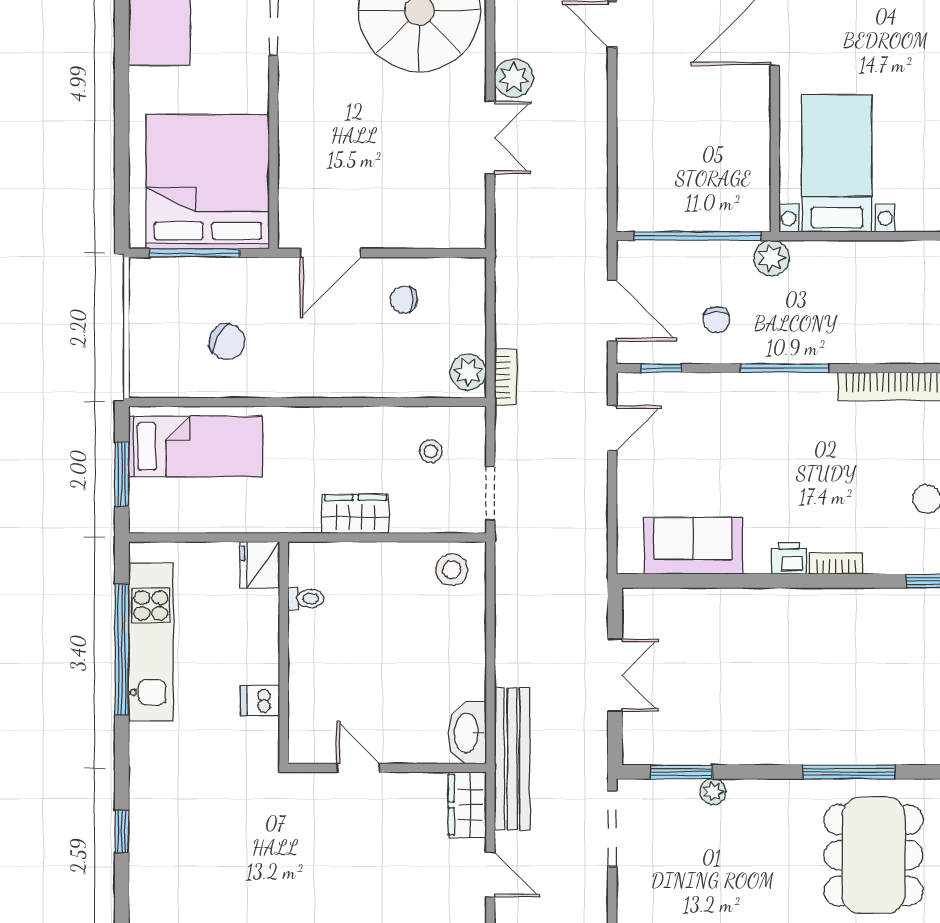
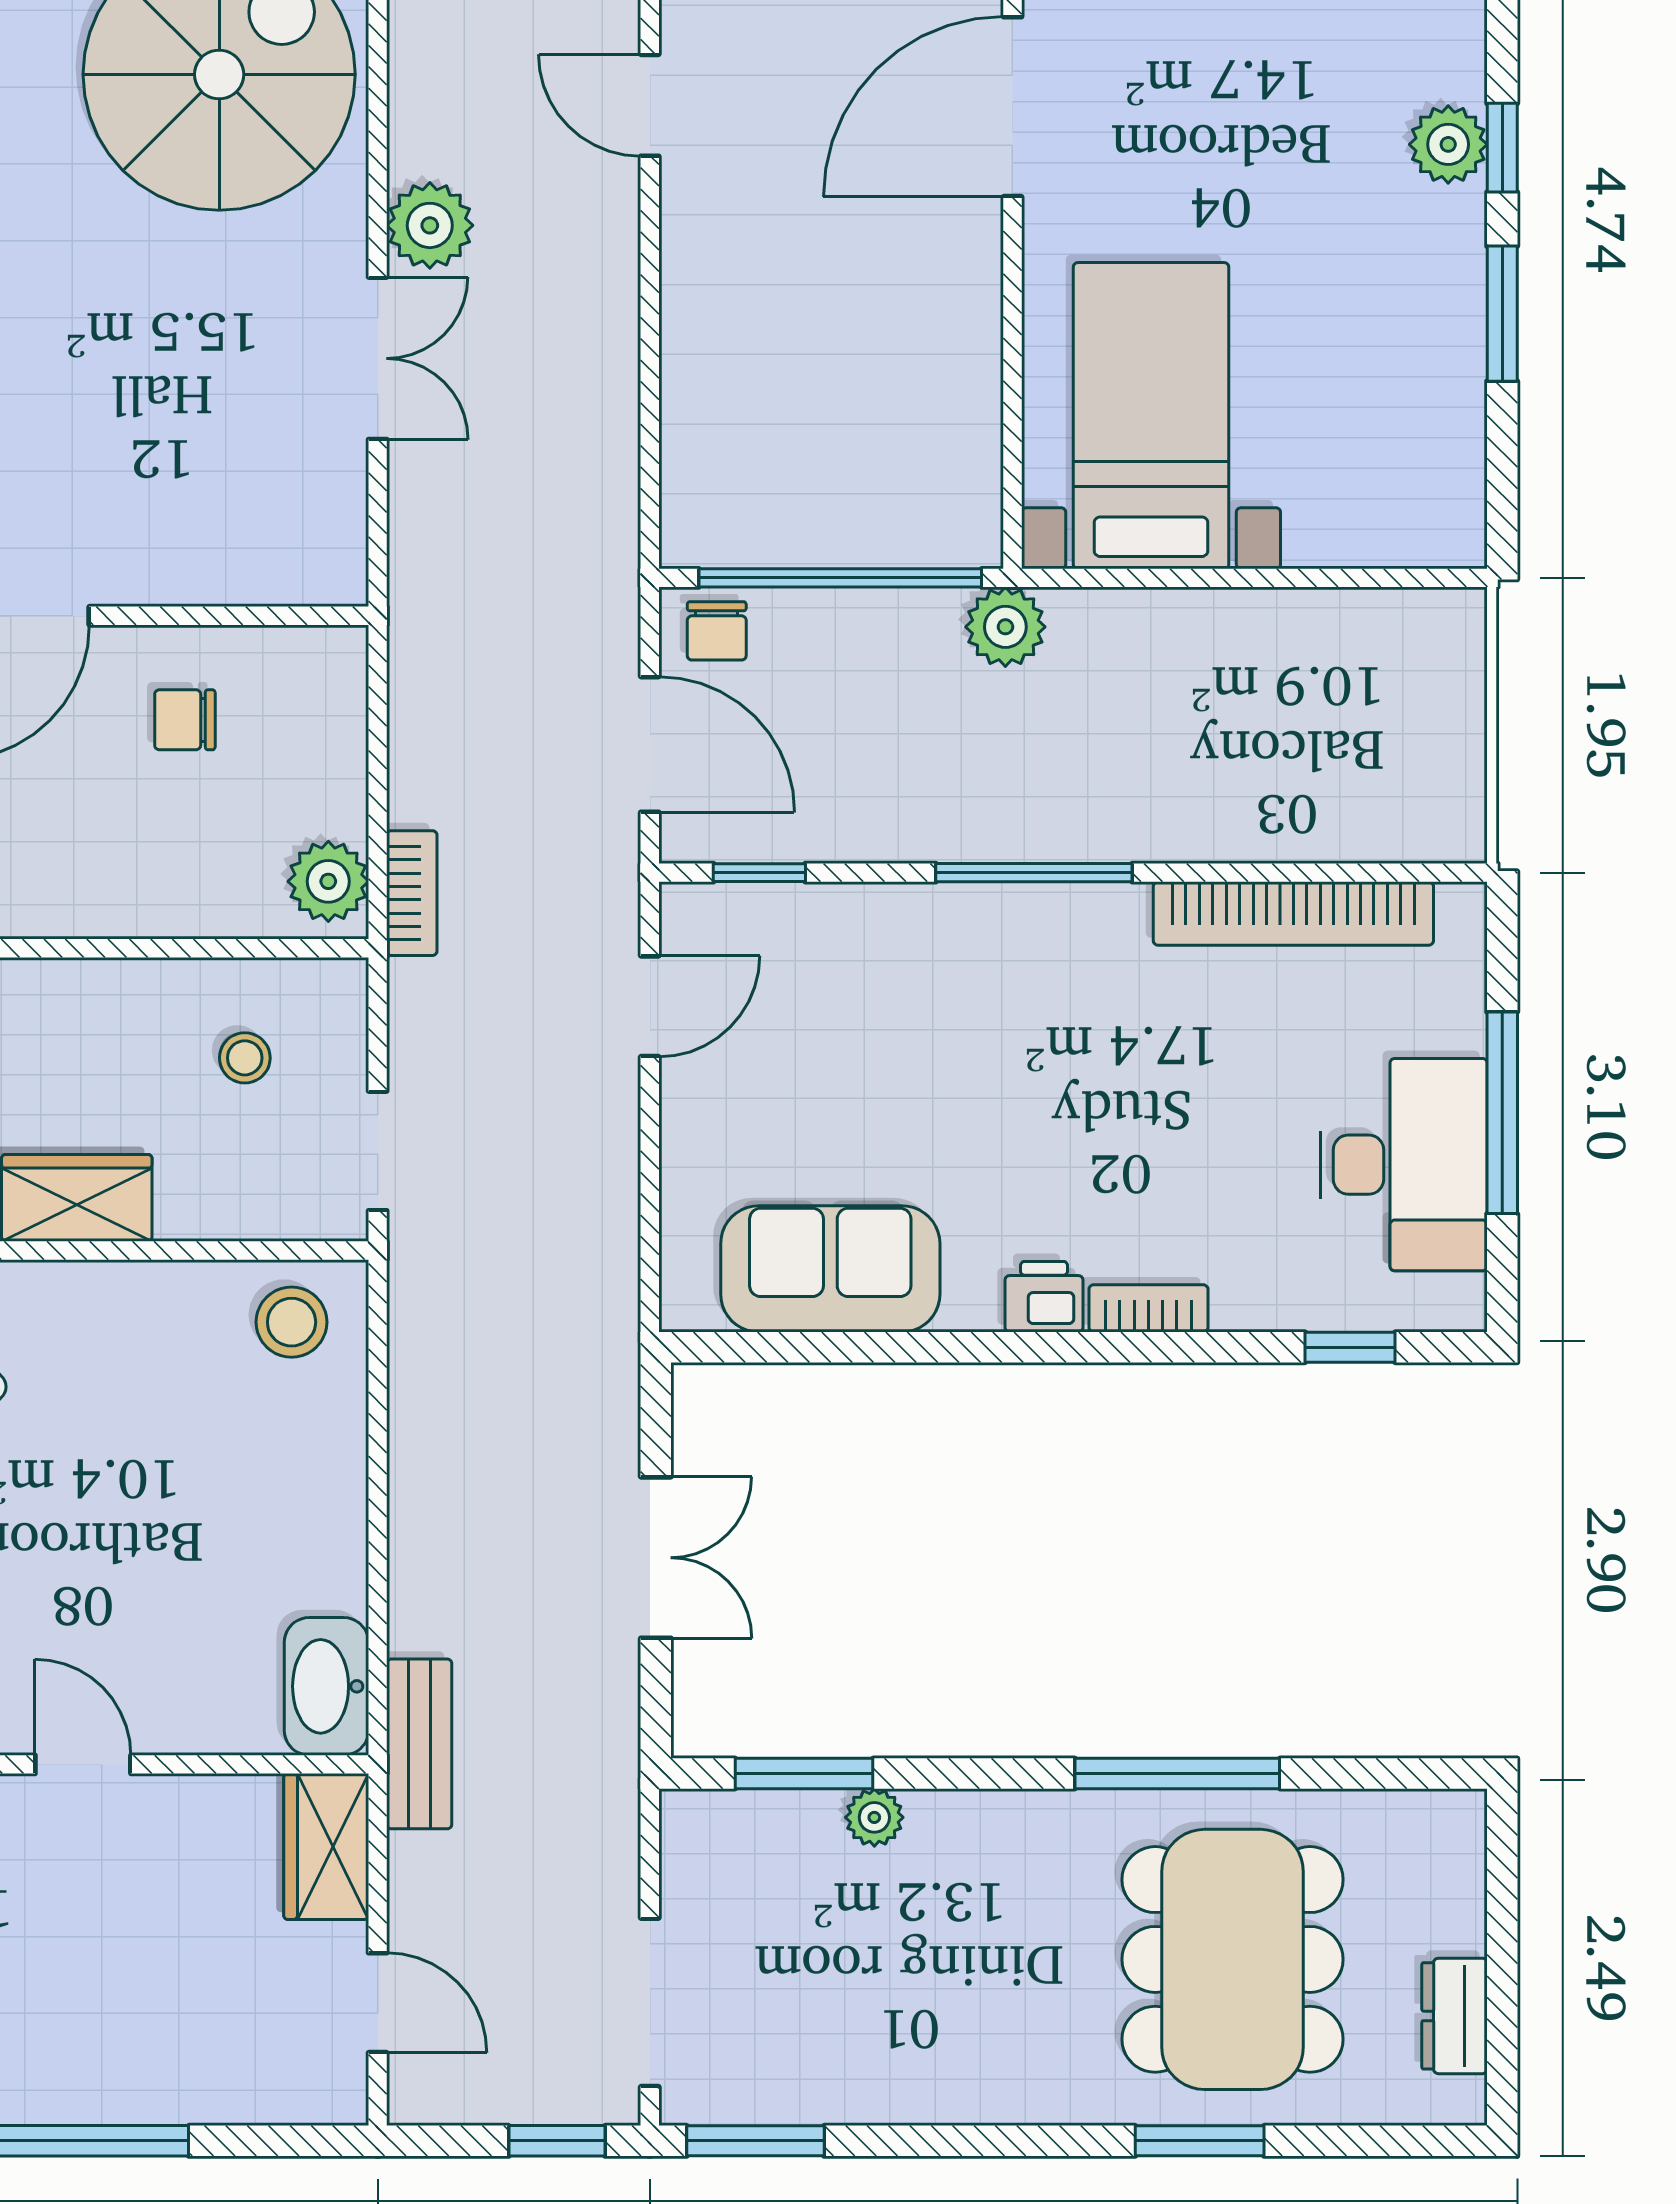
chair: (716, 320) -> (717, 631), moved
bench: (512, 759) -> (419, 1744), width x0.54, depth x0.82
doorway: (612, 829) -> (650, 2002), moved

